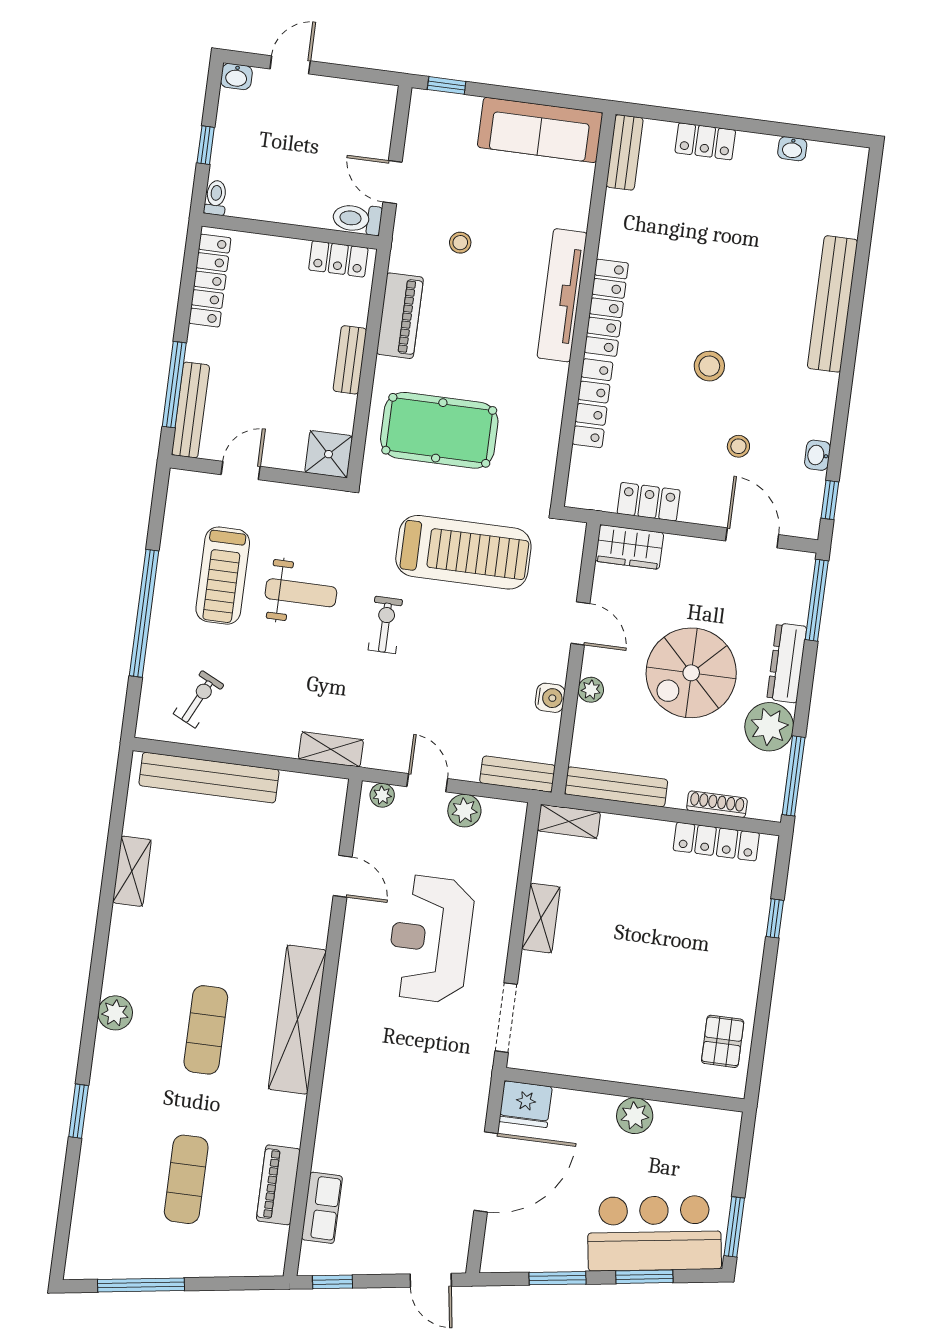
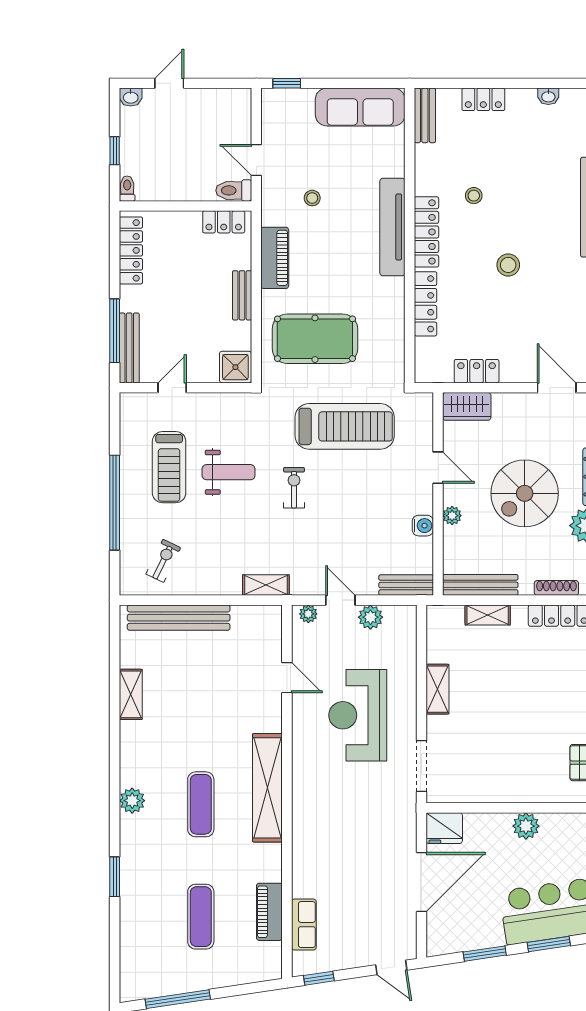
stool: (738, 446) -> (474, 196), moved
shelving: (569, 821) -> (488, 615), moved

